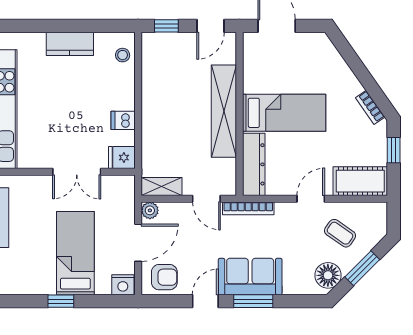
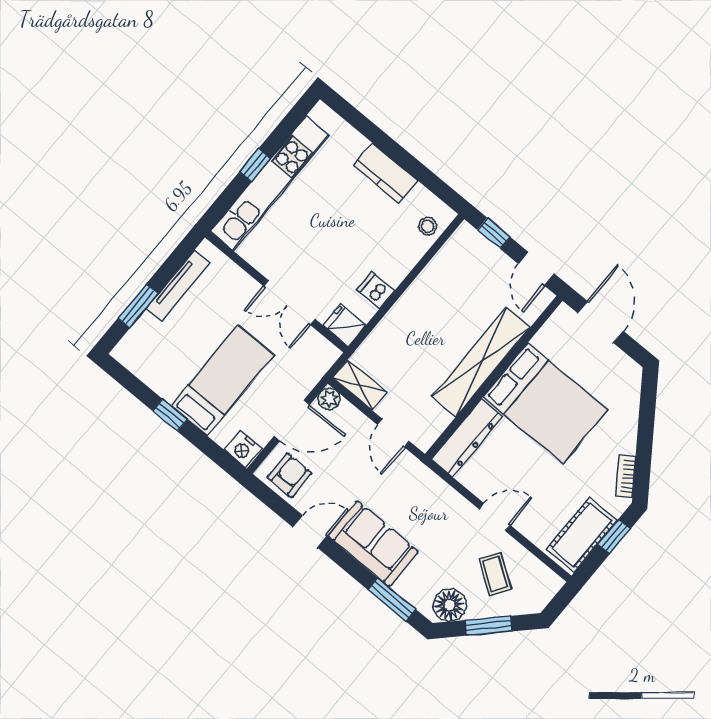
door: (211, 26) -> (536, 269), hinge flipped
bed: (284, 113) -> (545, 403), width x1.50
cot: (360, 181) -> (582, 535), moved, turned 90
bookcase: (248, 208) -> (426, 476), removed
armchair: (164, 277) -> (289, 475), turned -90
window: (253, 301) -> (392, 600), moved

